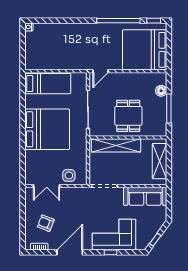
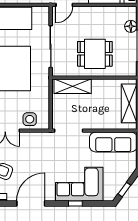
dining table: (128, 116) -> (95, 54), turned 90
shelving: (116, 145) -> (73, 86), width x0.68

